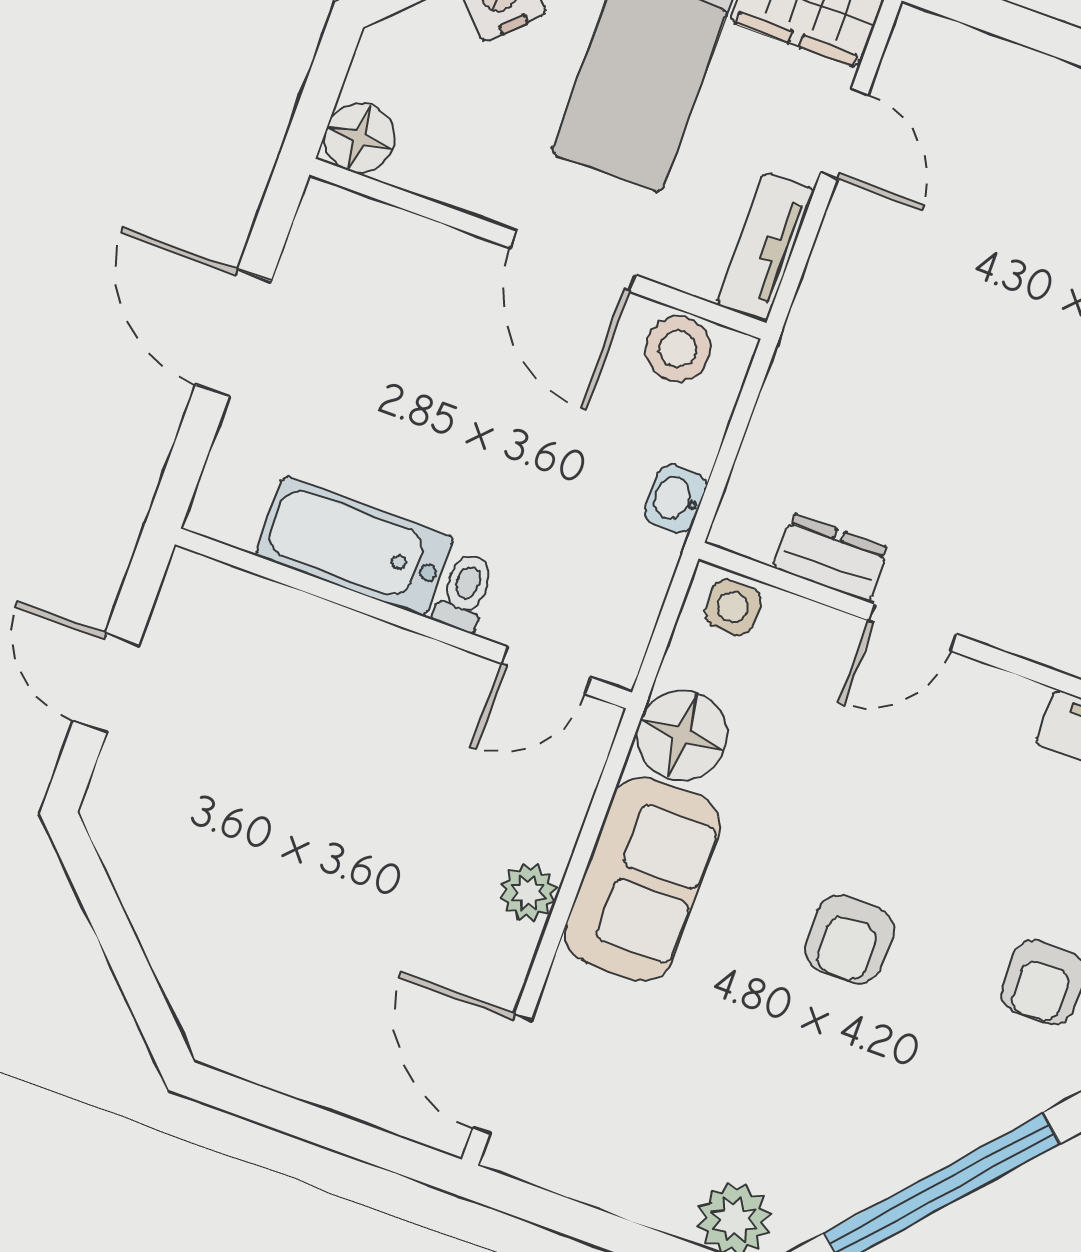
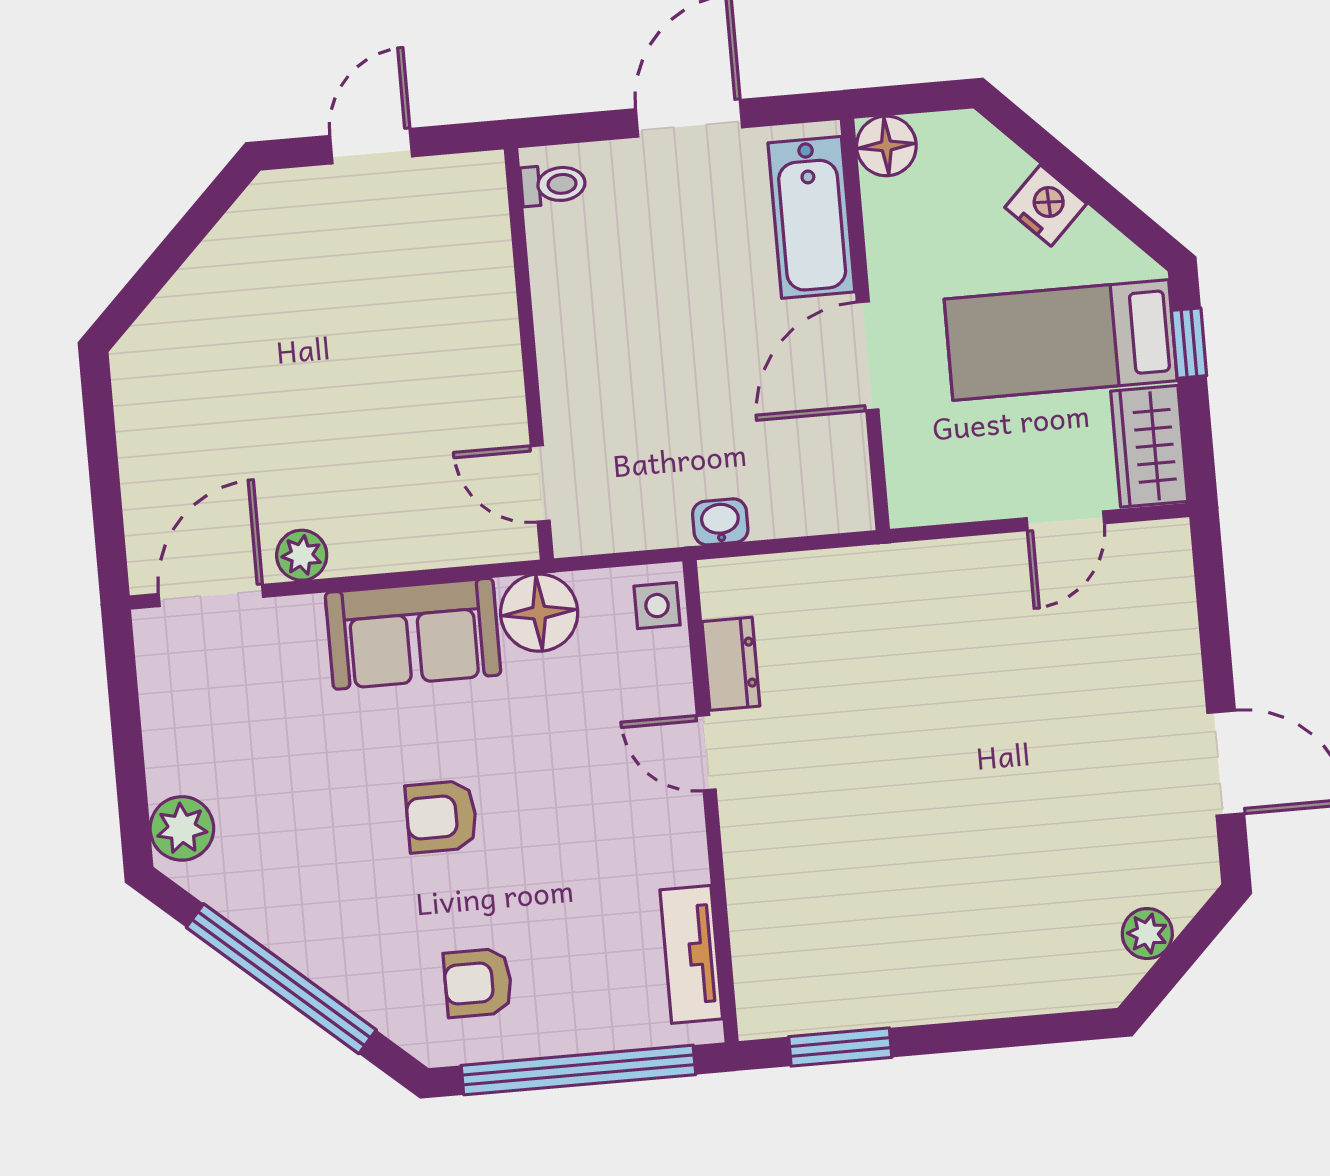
tv unit: (765, 247) -> (948, 501), removed
stool: (678, 349) -> (838, 469), removed
bathtub: (354, 546) -> (811, 217), moved, turned 180
toilet: (465, 592) -> (553, 185), moved
plant: (528, 892) -> (302, 555), moved

